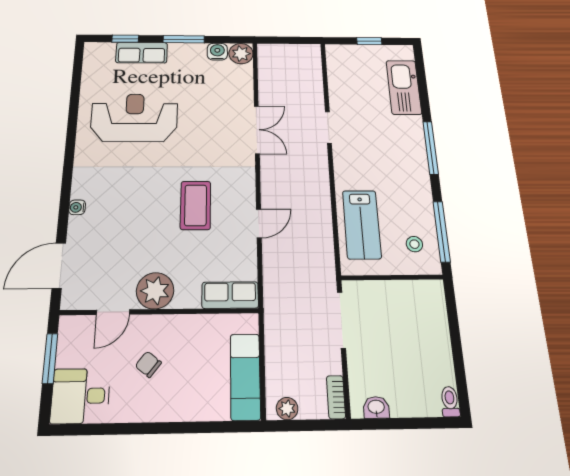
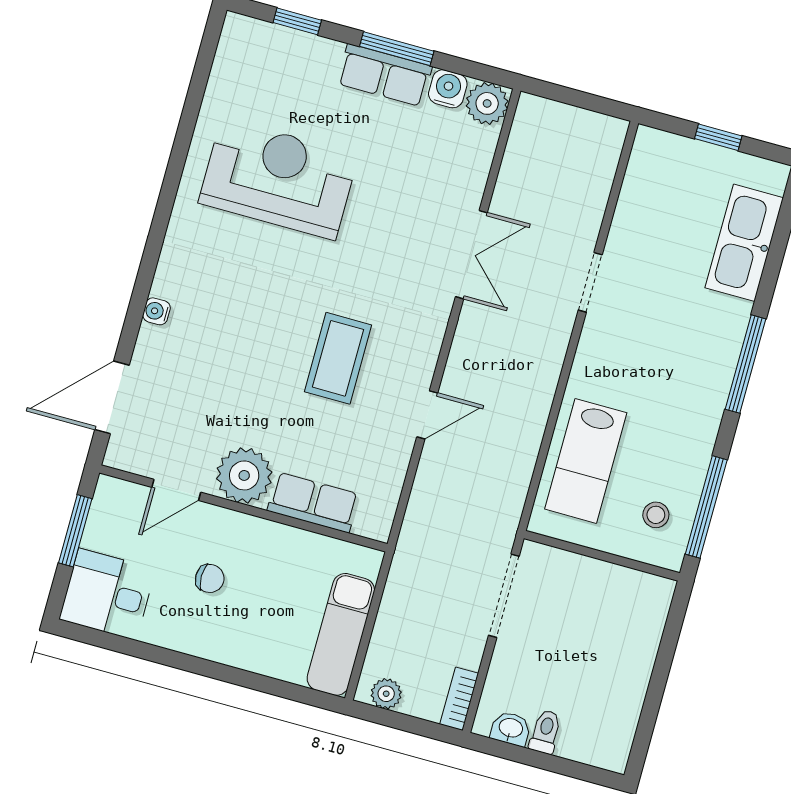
row of seats: (142, 53) -> (384, 75), moved
row of seats: (230, 295) -> (313, 502), moved
chair: (148, 364) -> (210, 578), turned 142
toilet: (450, 402) -> (545, 732), moved

